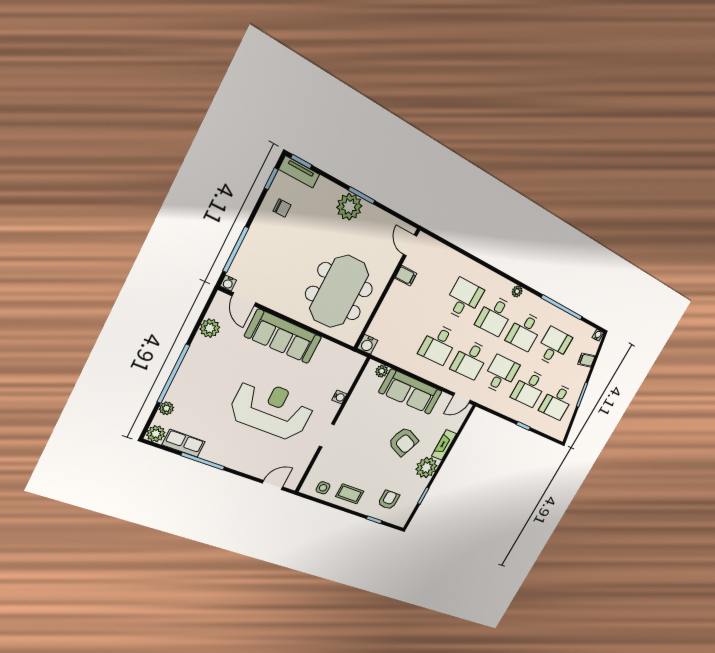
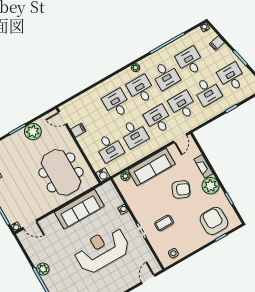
plant: (349, 207) -> (33, 131), moved
desk: (495, 316) -> (141, 89), turned 180
plant: (210, 328) -> (43, 269), moved
desk: (406, 328) -> (109, 148), added
sofa: (283, 337) -> (79, 209), moved
desk: (470, 360) -> (158, 119), turned 180
desk: (557, 402) -> (232, 77), turned 180
coffee table: (350, 494) -> (164, 223), moved
armchair: (389, 500) -> (214, 221), width x1.88, depth x1.88

